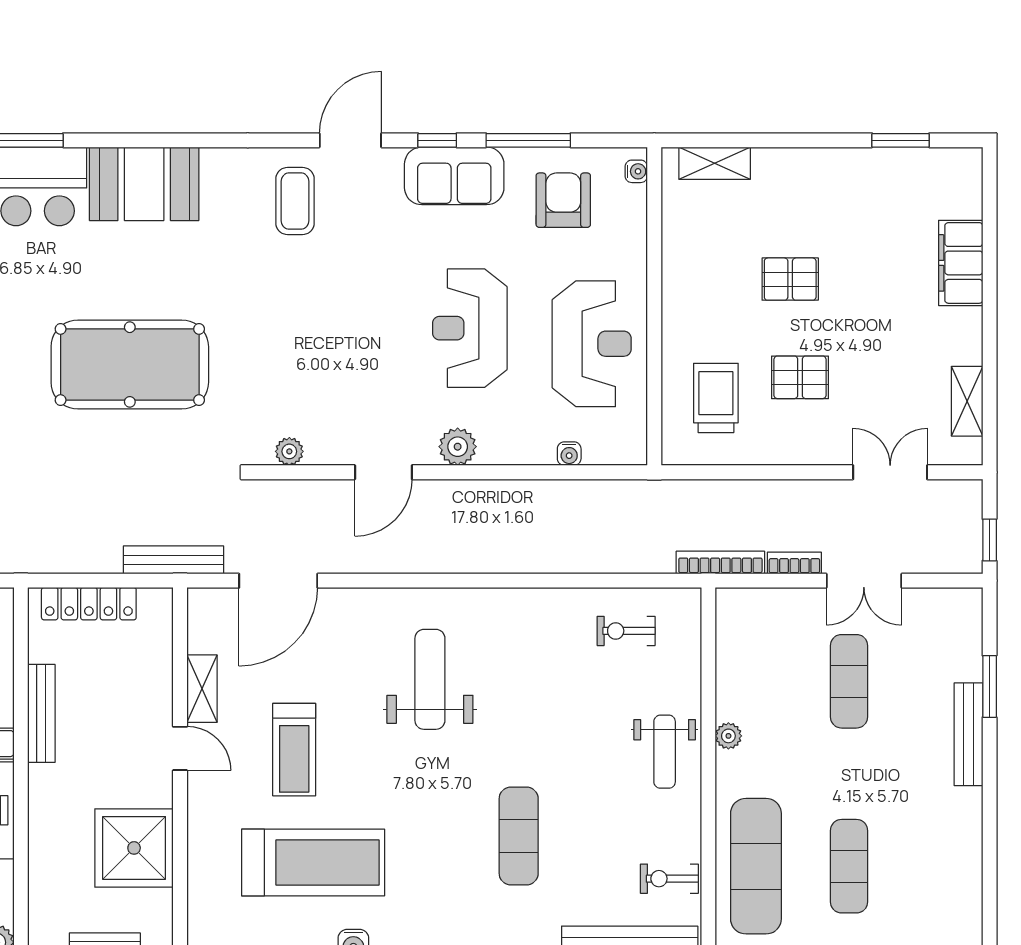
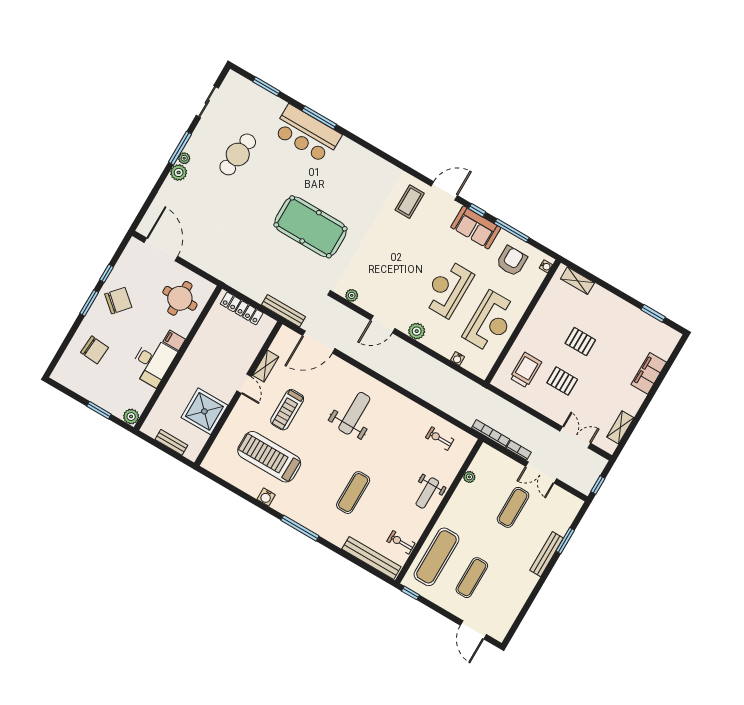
booth: (144, 184) -> (356, 161), removed
bench: (41, 713) -> (199, 340), removed
plant: (728, 736) -> (469, 477), moved
treadmill: (313, 862) -> (269, 457), turned 180

